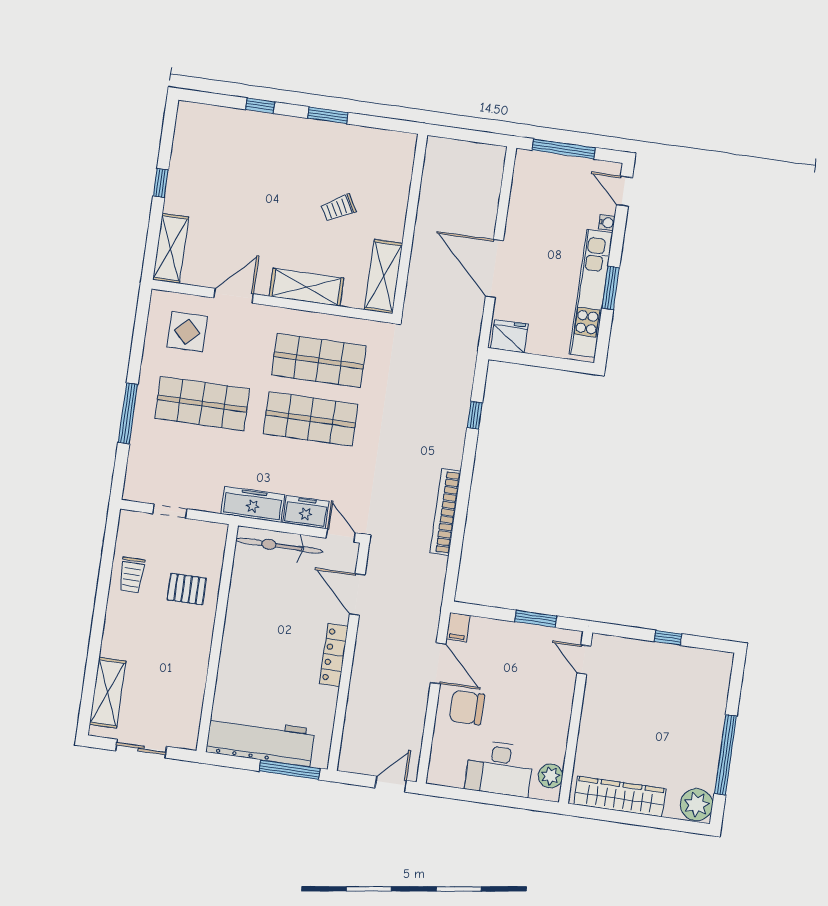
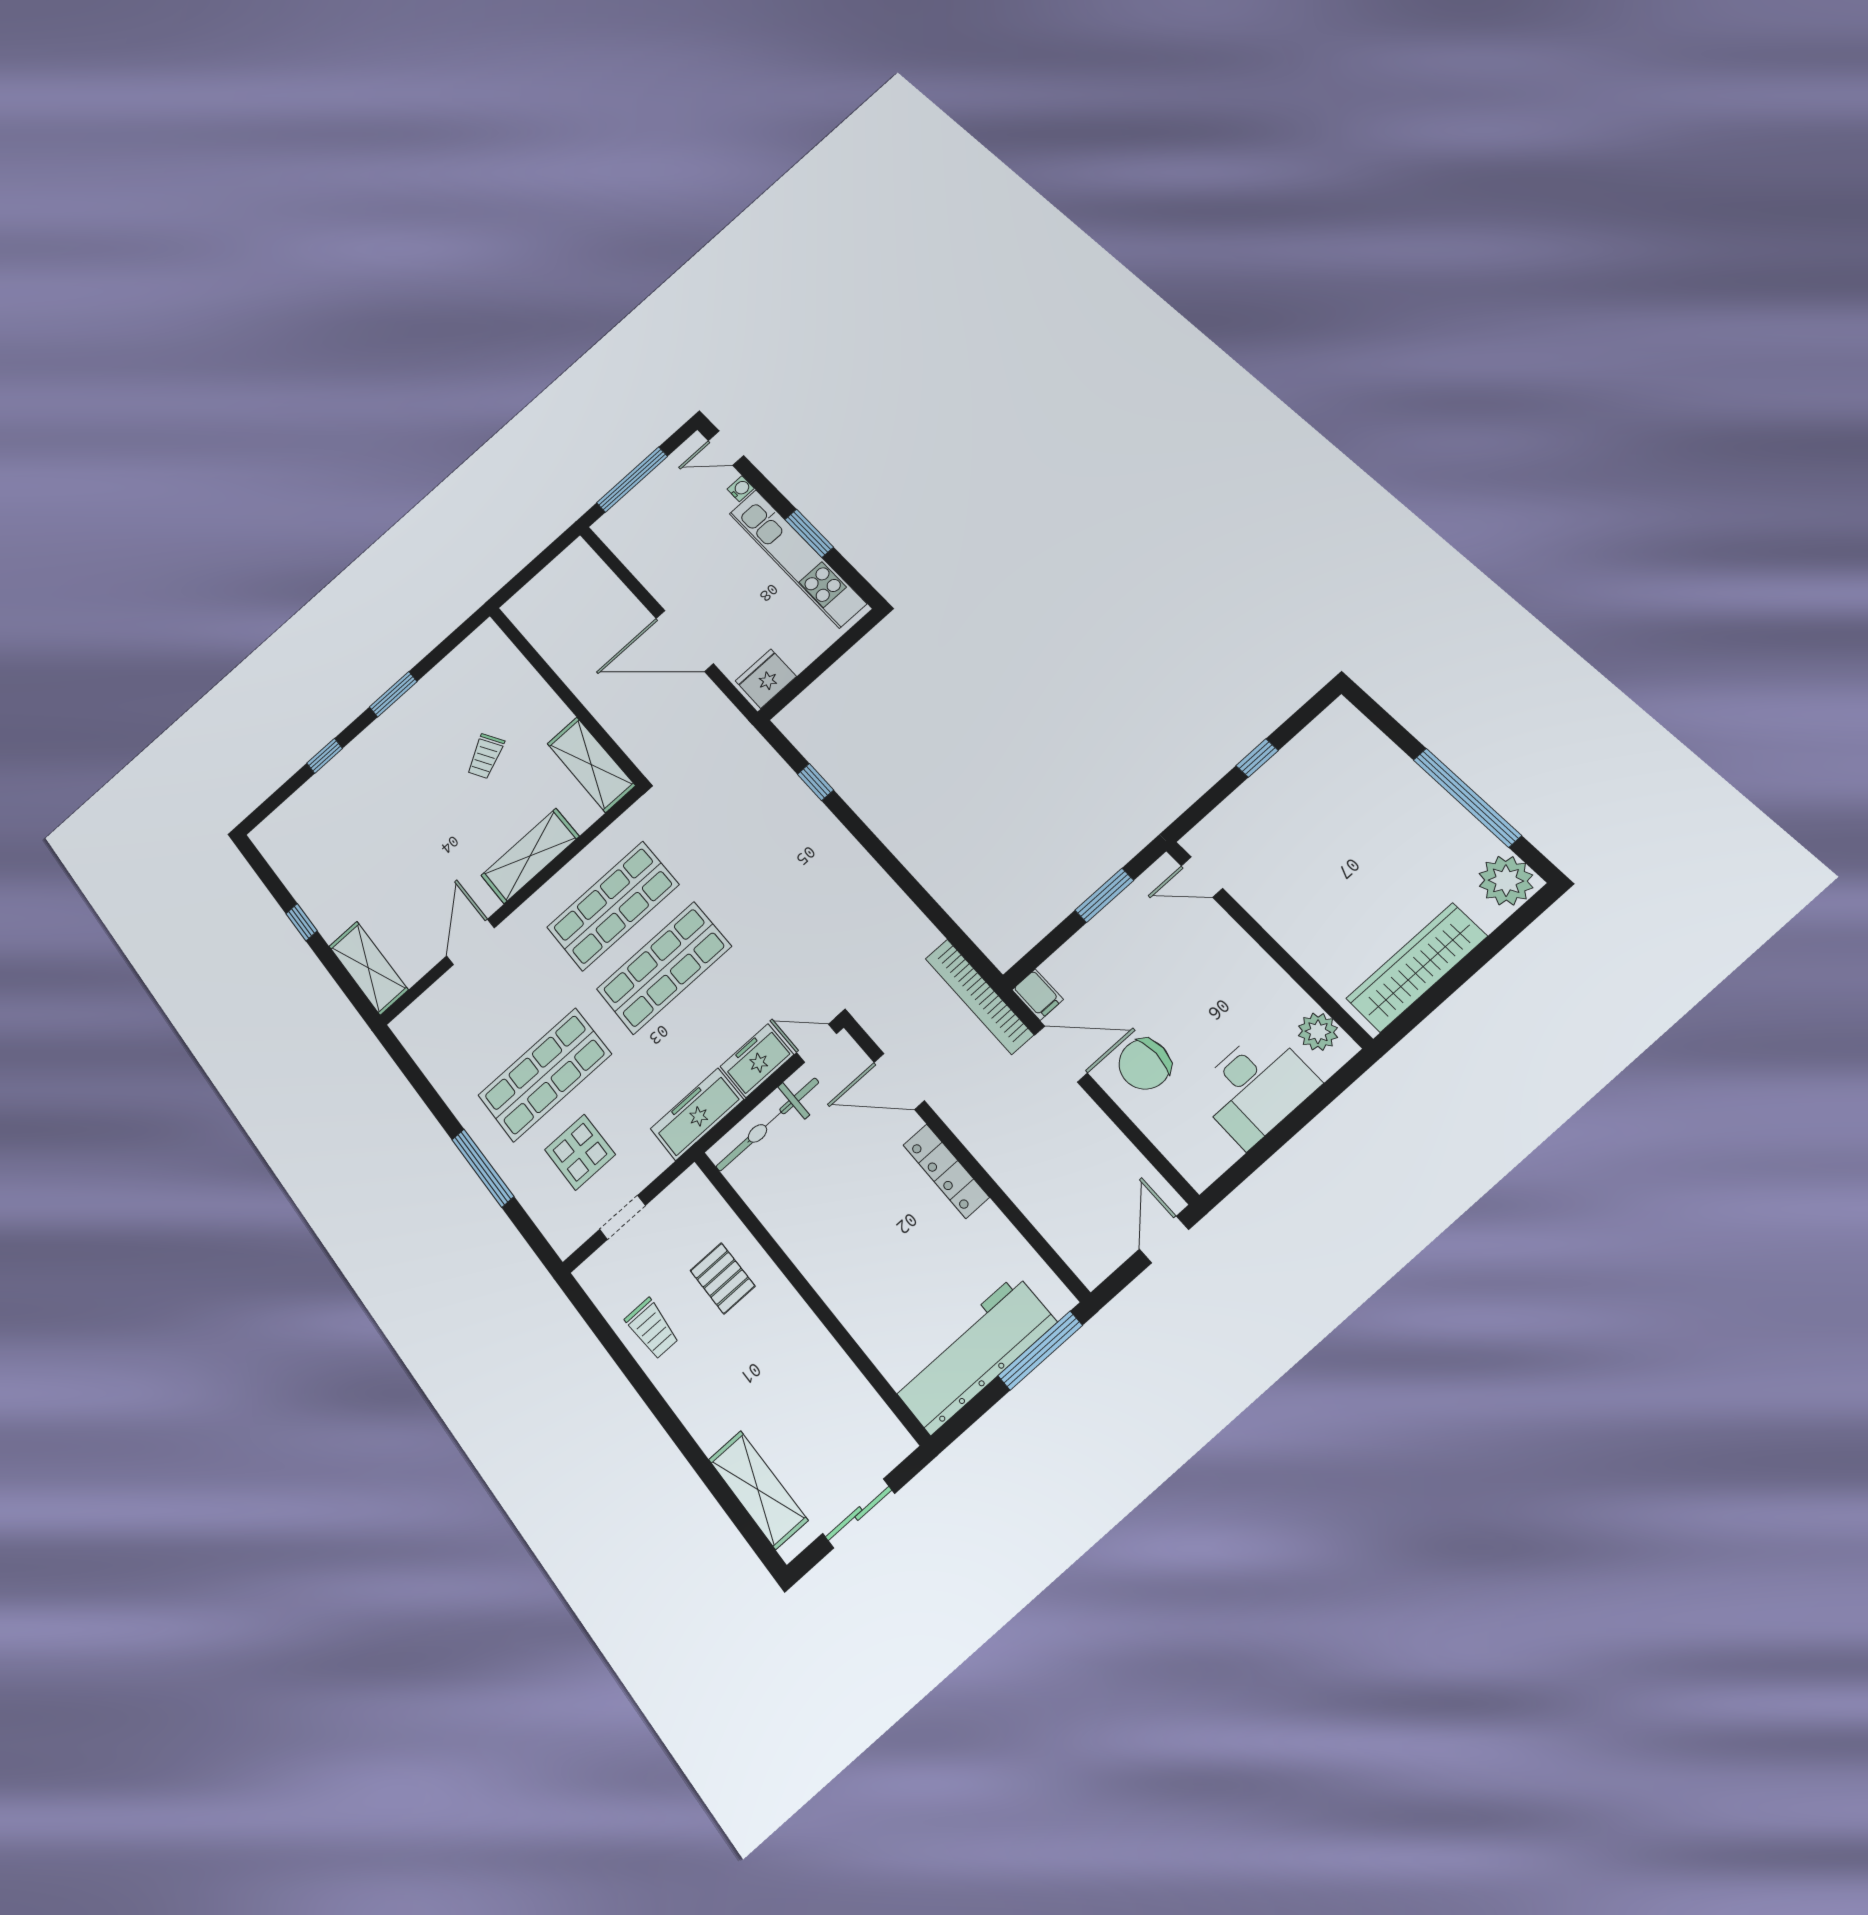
display table: (187, 332) -> (580, 1152), moved
bookcase: (445, 512) -> (979, 996), moved
pallet: (187, 589) -> (723, 1278), turned 90

